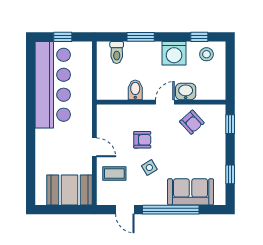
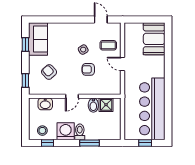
toilet: (117, 52) -> (80, 132), moved
shower: (117, 90) -> (106, 105), added
washbasin: (186, 92) -> (45, 104), moved
armchair: (192, 122) -> (49, 72), moved
booth: (70, 190) -> (154, 39), moved, turned 90
sofa: (191, 192) -> (38, 39), moved, turned -90
window: (171, 210) -> (68, 20), removed

